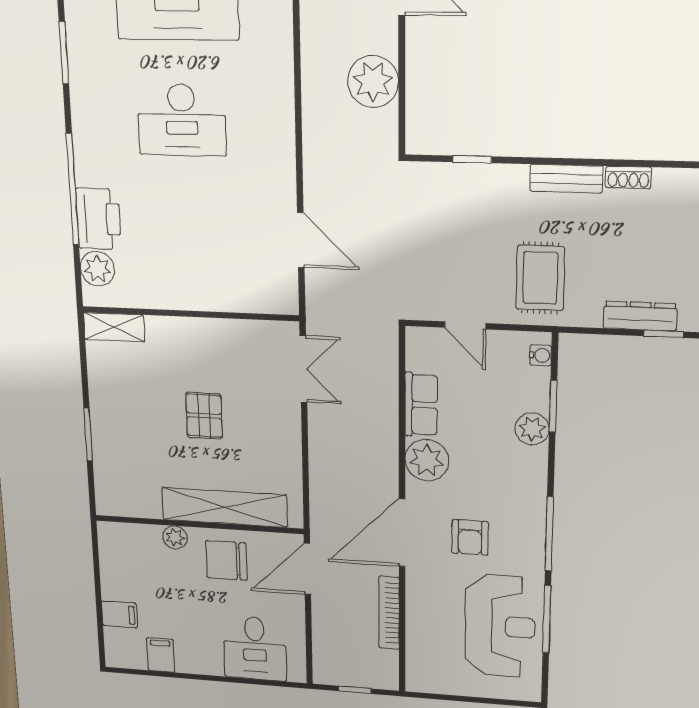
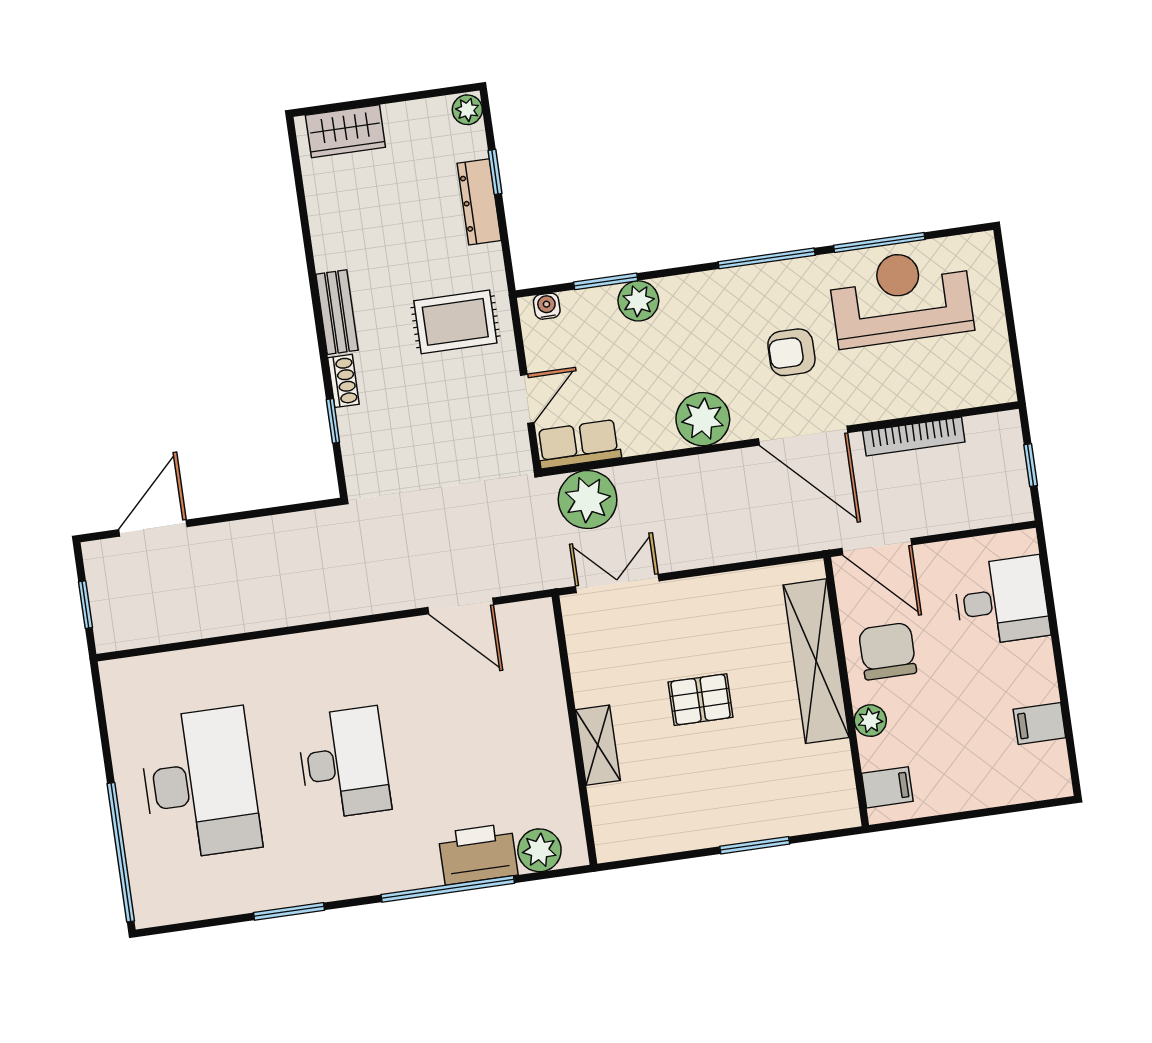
plant: (373, 82) -> (588, 500), moved
shoe rack: (628, 177) -> (343, 381), moved
door: (301, 240) -> (461, 606), swing flipped
shelving: (114, 327) -> (598, 745), moved
row of seats: (421, 405) -> (579, 444), moved
armchair: (470, 537) -> (791, 352), turned 180
chair: (226, 560) -> (887, 651), turned 180
filing cabinet: (119, 614) -> (887, 787), moved, turned 90

